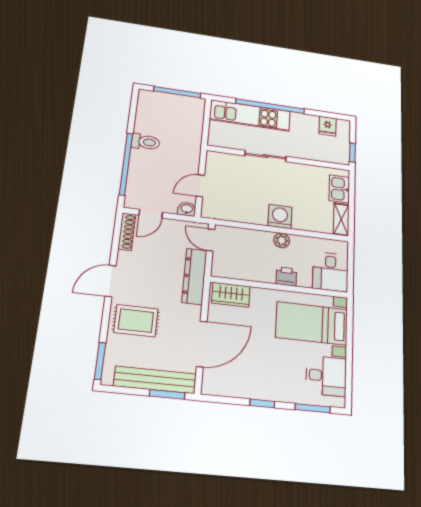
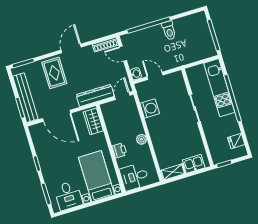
washing machine: (280, 217) -> (150, 108), moved
door: (111, 281) -> (71, 49), hinge flipped

